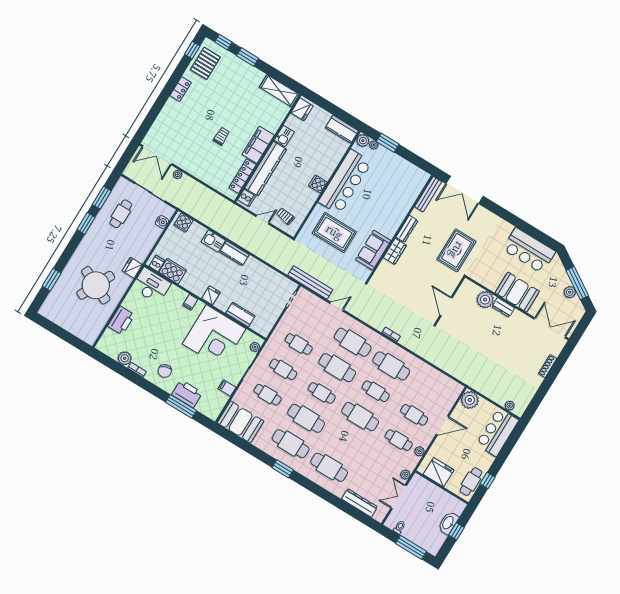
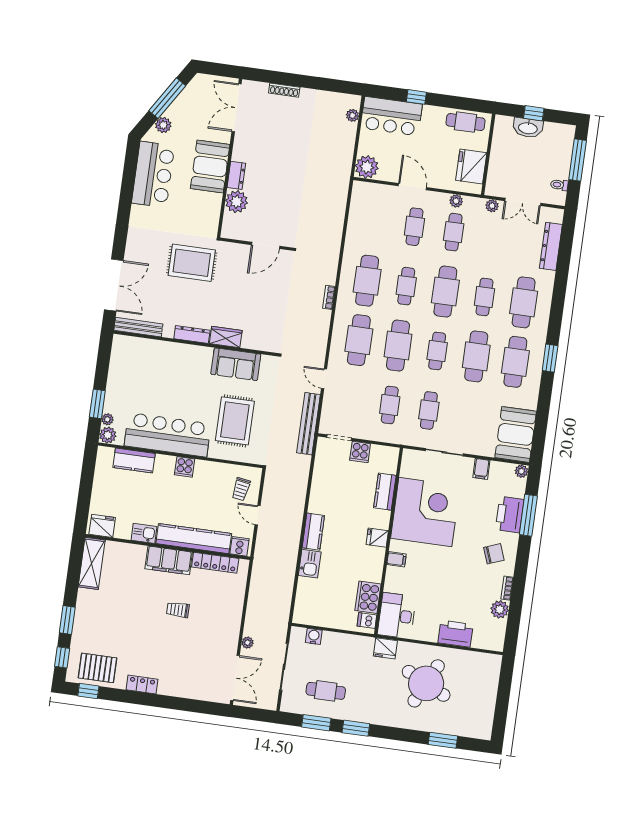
kitchen counter: (342, 129) -> (134, 461), moved, turned 90
cooker: (183, 223) -> (360, 452), moved, turned 90
plant: (570, 292) -> (163, 125), moved
plant: (255, 347) -> (521, 471), moved
cafe table: (268, 395) -> (484, 297), moved
window: (488, 480) -> (416, 97), moved

